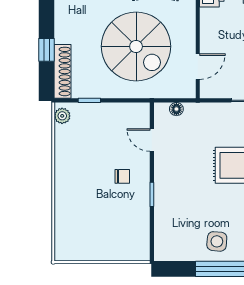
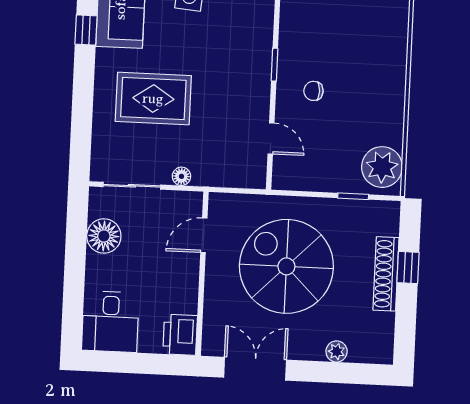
shoe rack: (63, 71) -> (386, 274), moved
floor lamp: (176, 109) -> (181, 176), moved
plant: (62, 116) -> (382, 167), width x1.88, depth x1.88

